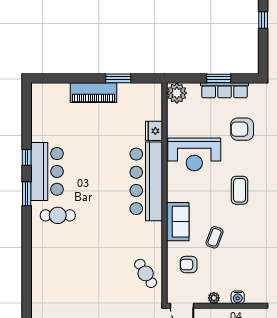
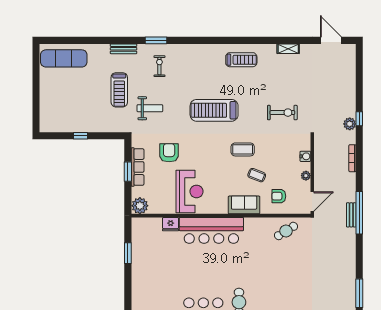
piano: (94, 93) -> (139, 273), removed
armchair: (242, 129) -> (169, 153), turned 180
coffee table: (240, 190) -> (243, 149), moved
armchair: (189, 265) -> (279, 196), turned 90

